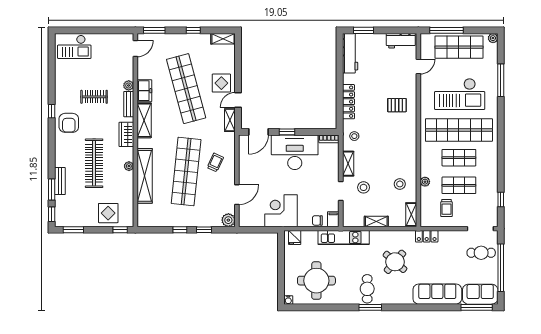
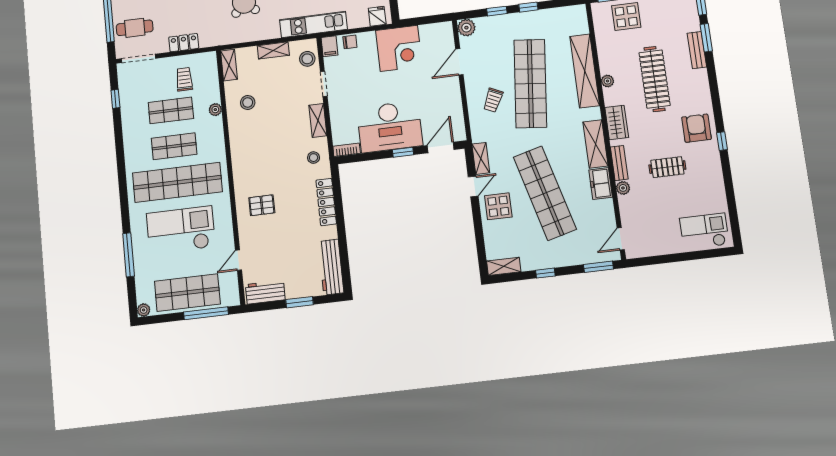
window: (363, 30) -> (300, 302), moved
stool: (364, 187) -> (307, 59), moved
locker: (427, 236) -> (184, 43), moved

